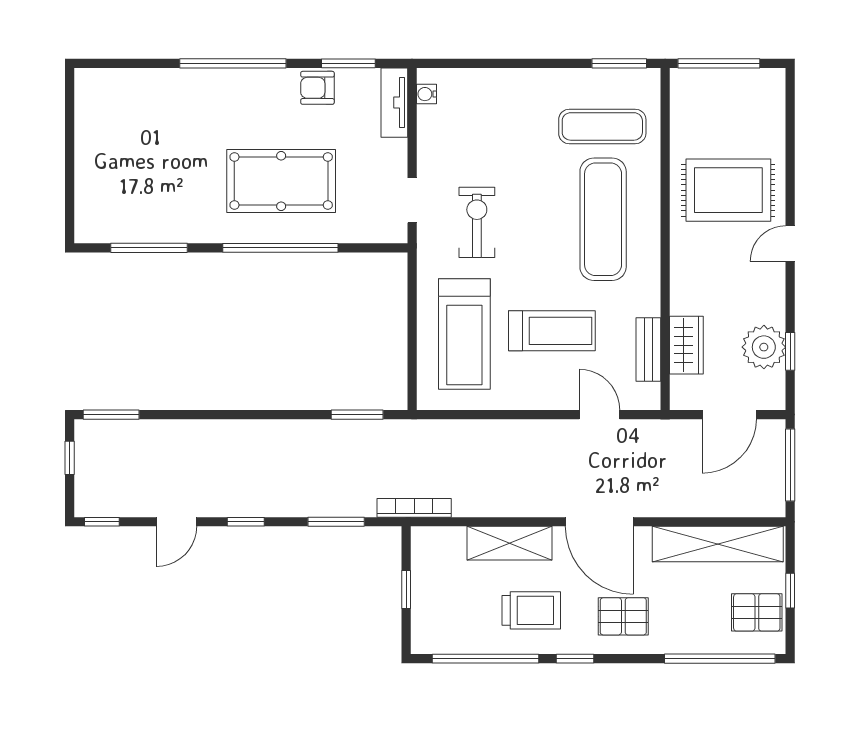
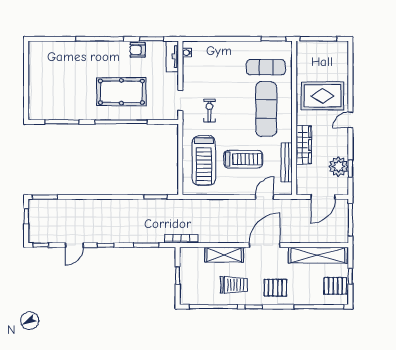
exercise bike: (477, 222) -> (209, 110), width x0.73, depth x0.72
wardrobe: (686, 345) -> (304, 145), moved, width x1.50
bench: (648, 349) -> (287, 162), width x1.36
door: (599, 415) -> (265, 197), hinge flipped
door: (599, 522) -> (265, 245), swing flipped

